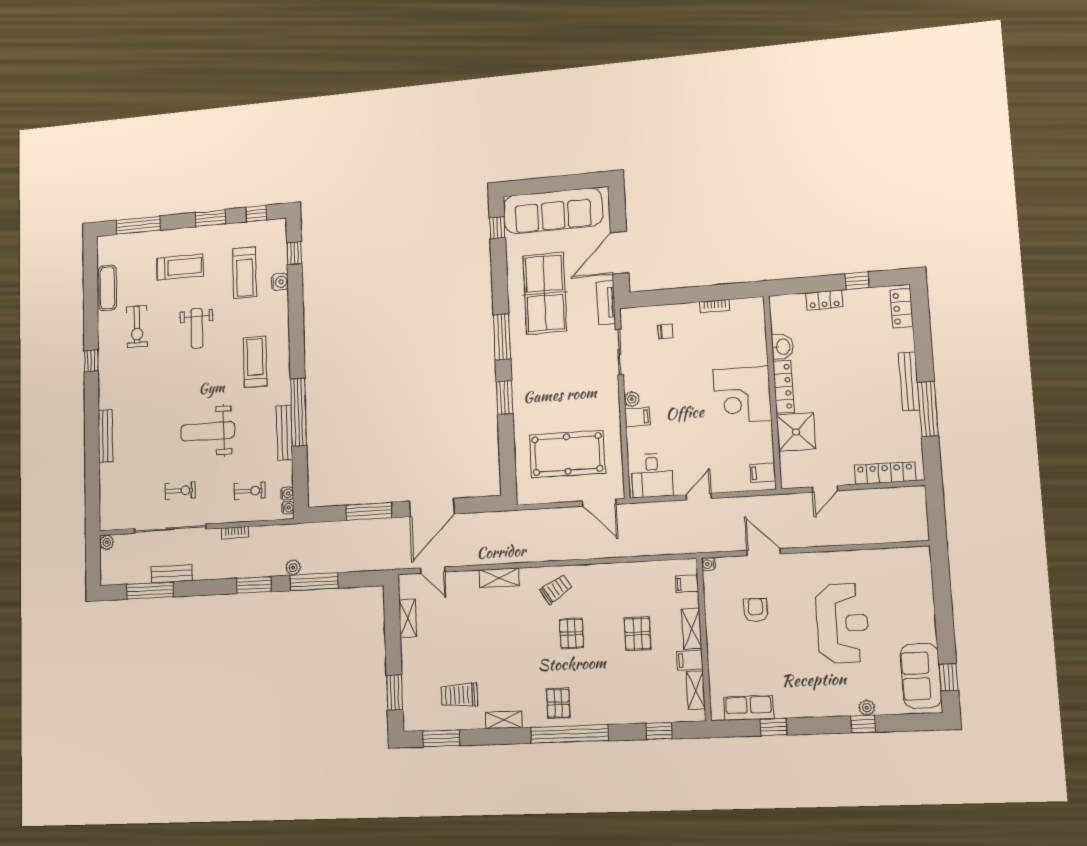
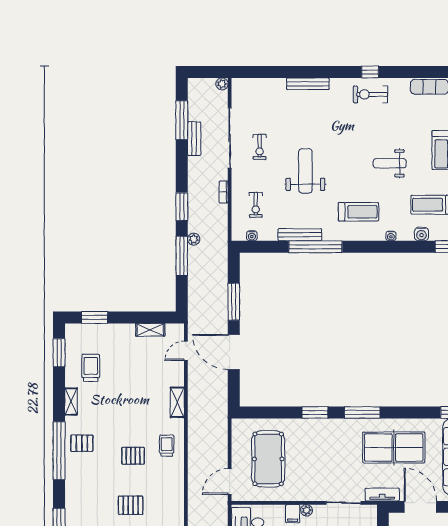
exercise bike: (137, 327) -> (370, 94), moved
water cooler: (288, 508) -> (391, 236), moved
trolley: (556, 589) -> (167, 446), turned -148

